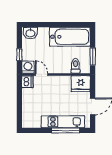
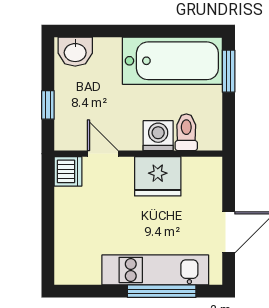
window: (93, 56) -> (229, 71), moved
washing machine: (28, 67) -> (158, 136), moved
fridge: (81, 84) -> (158, 176), moved

